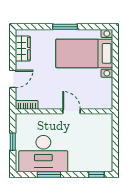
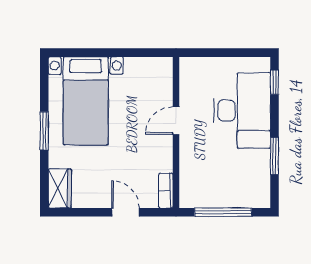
wardrobe: (23, 49) -> (60, 188), moved, turned 90
window: (13, 142) -> (223, 212), width x2.17
desk: (43, 154) -> (242, 111), moved

